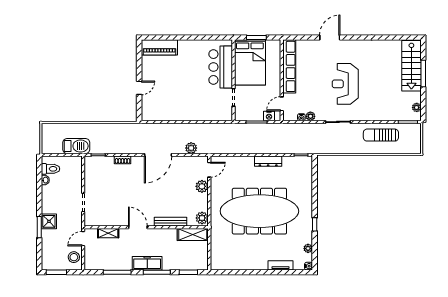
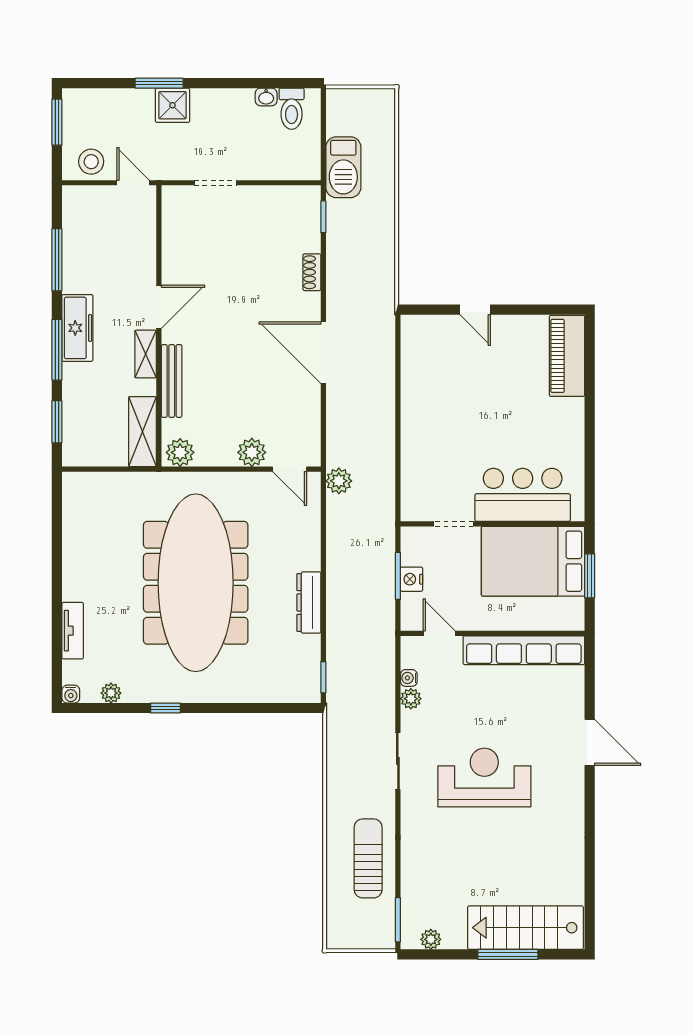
nightstand: (269, 116) -> (412, 579), moved
plant: (191, 148) -> (339, 481), moved
shelving: (108, 233) -> (146, 354), moved

